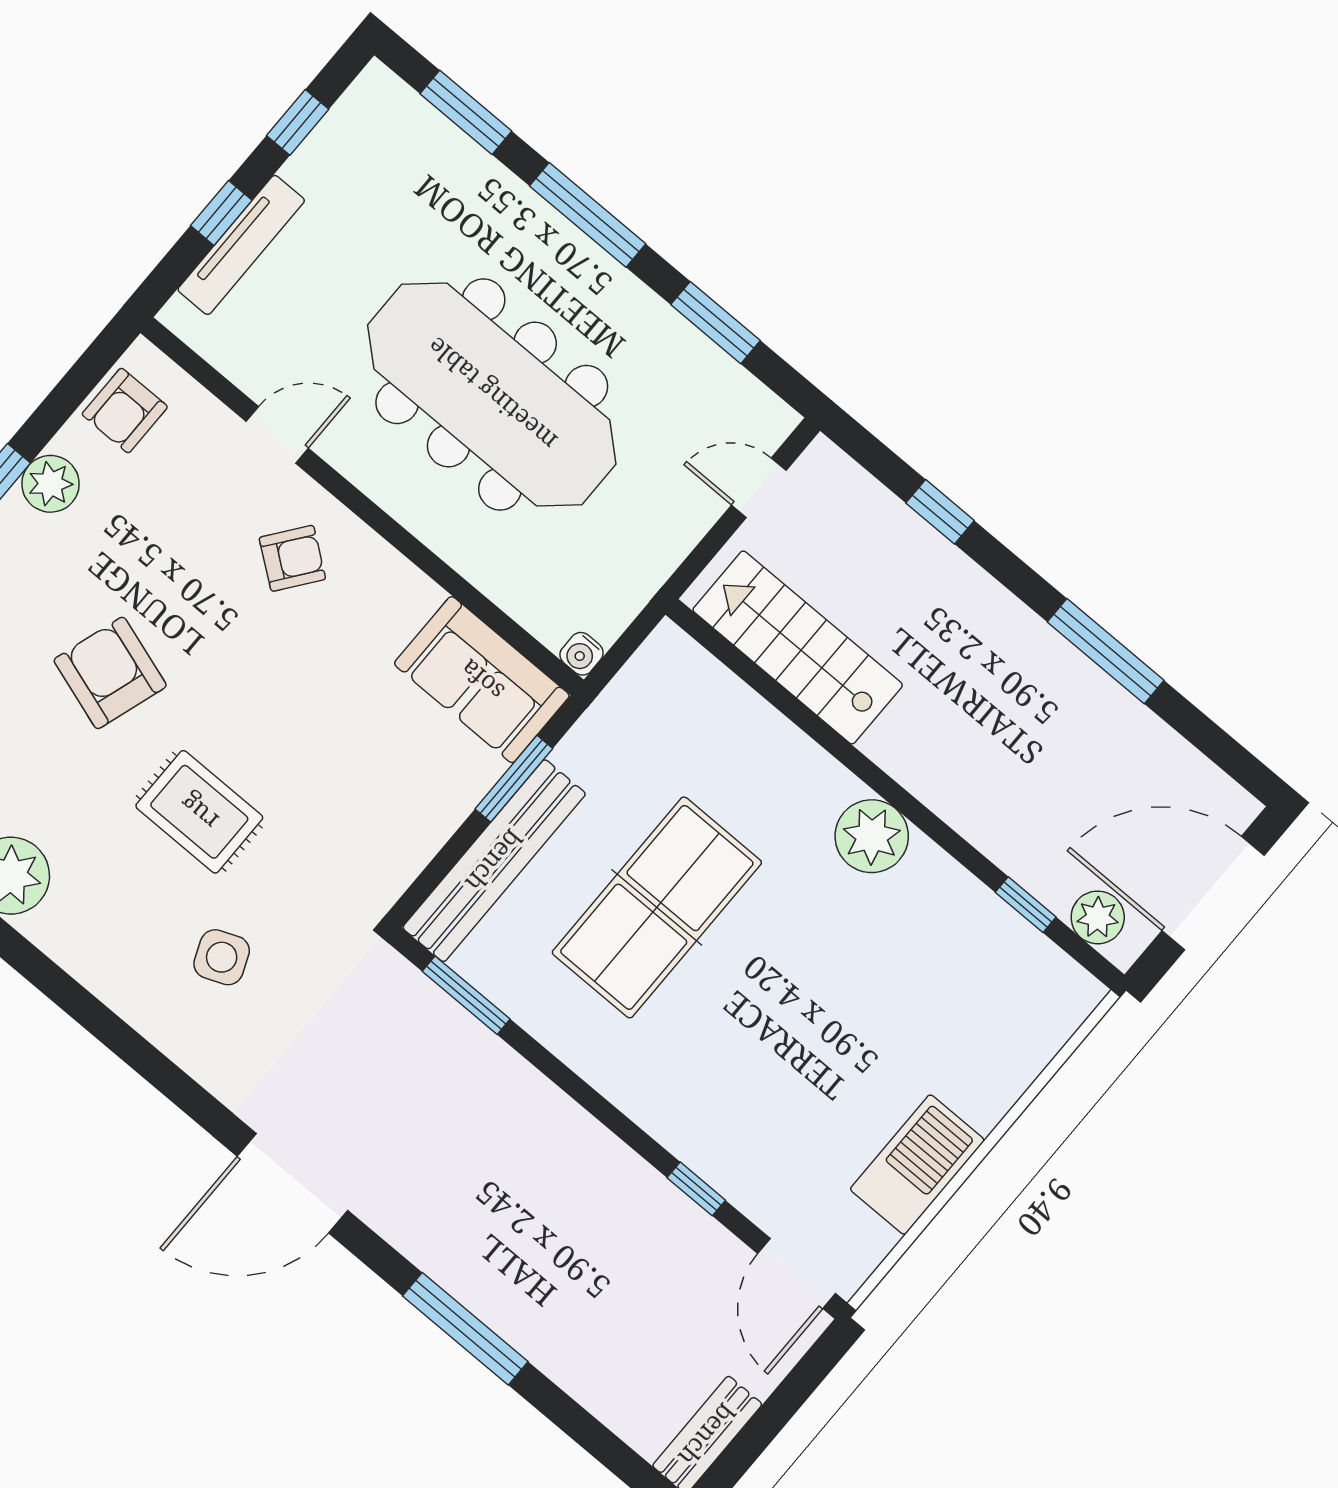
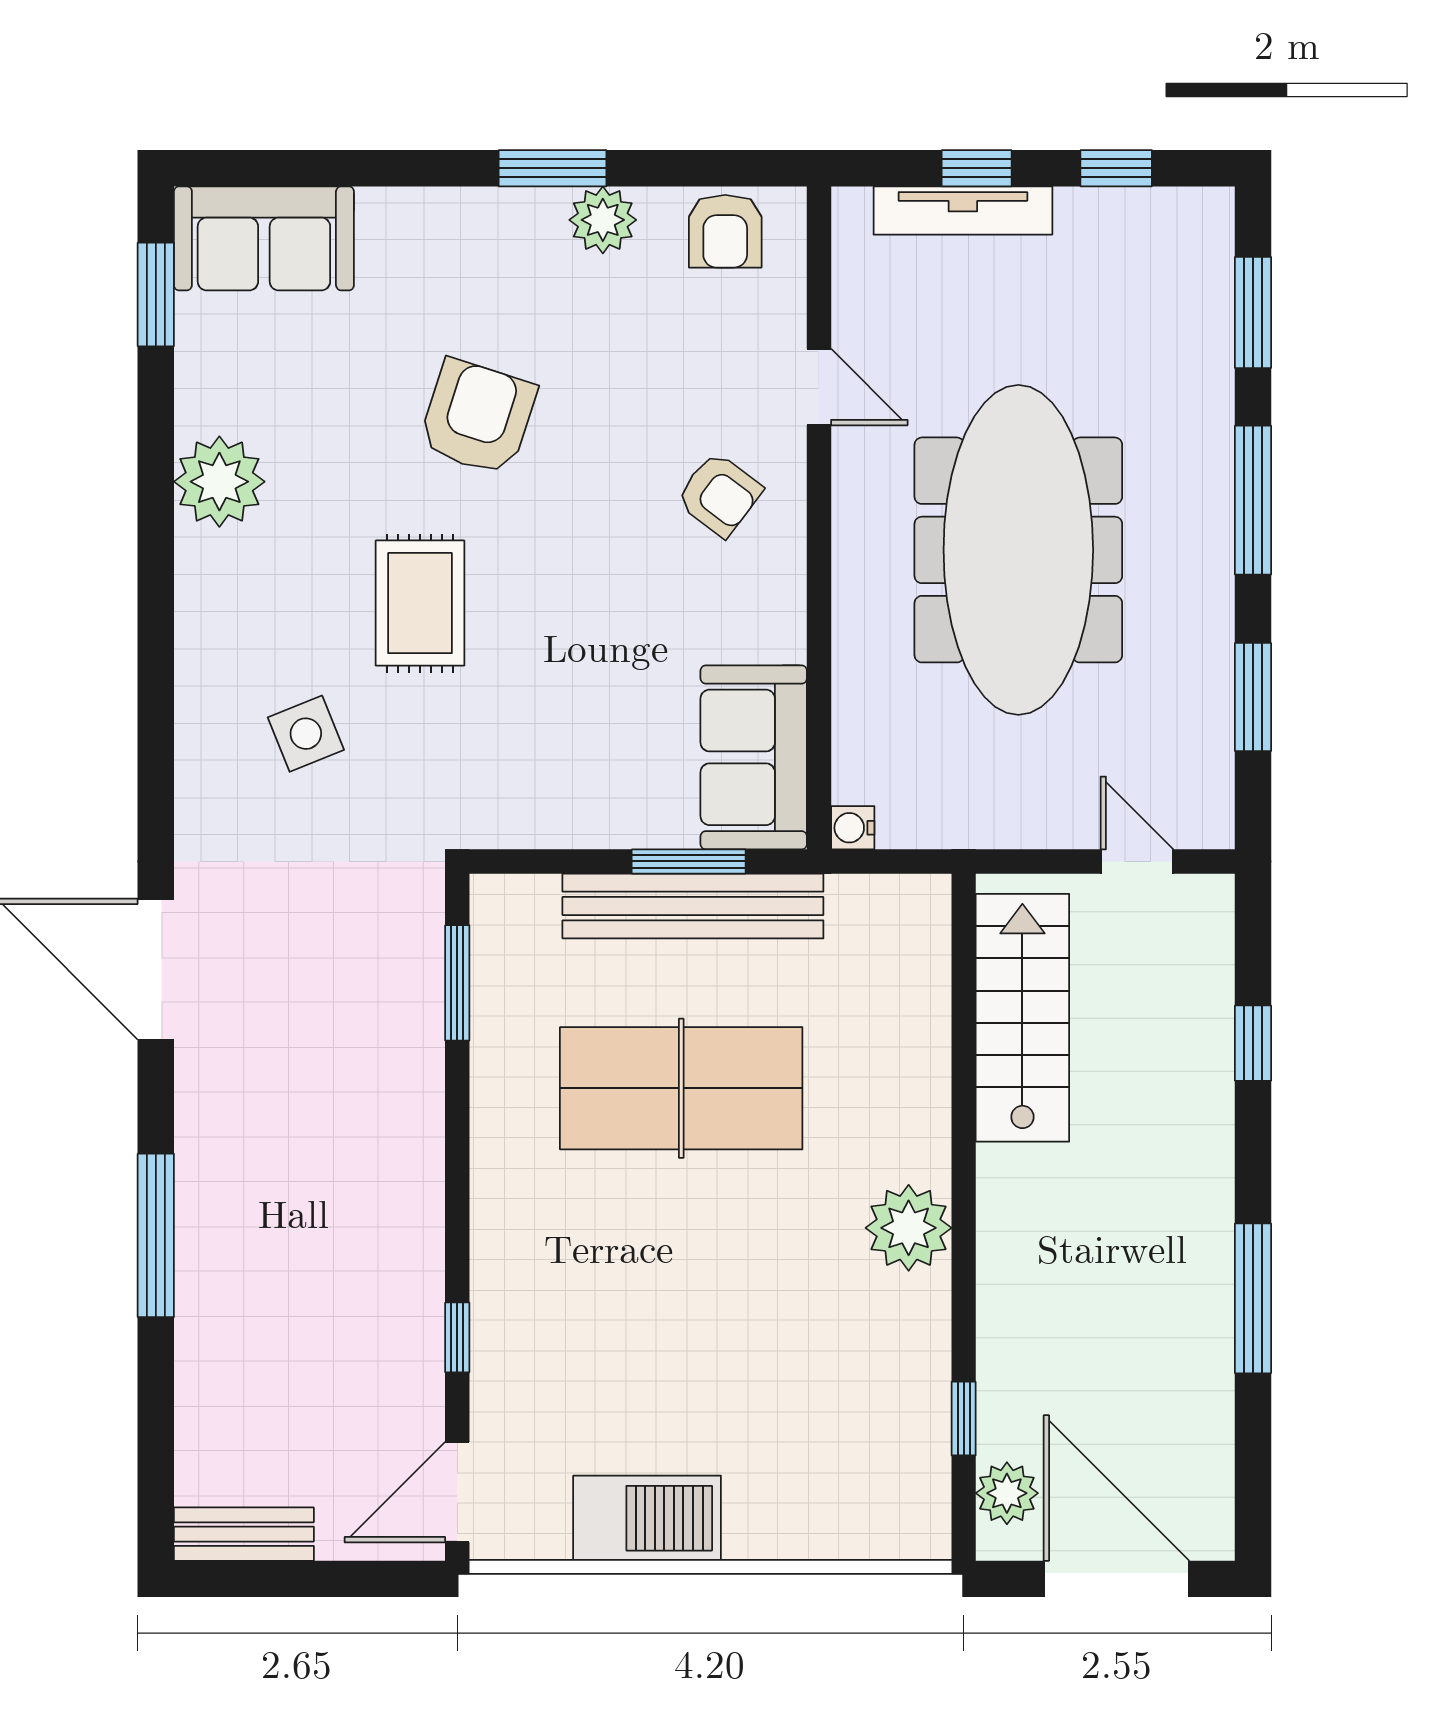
armchair: (125, 411) -> (725, 231), turned -90
bench: (494, 861) -> (693, 906), moved

